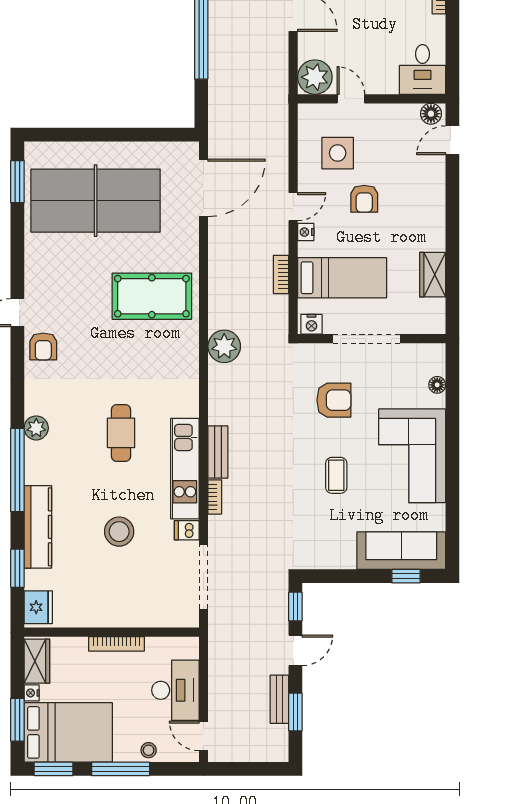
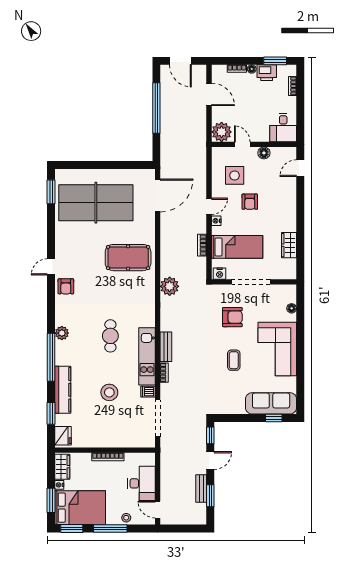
floor lamp: (431, 114) -> (264, 153), moved

